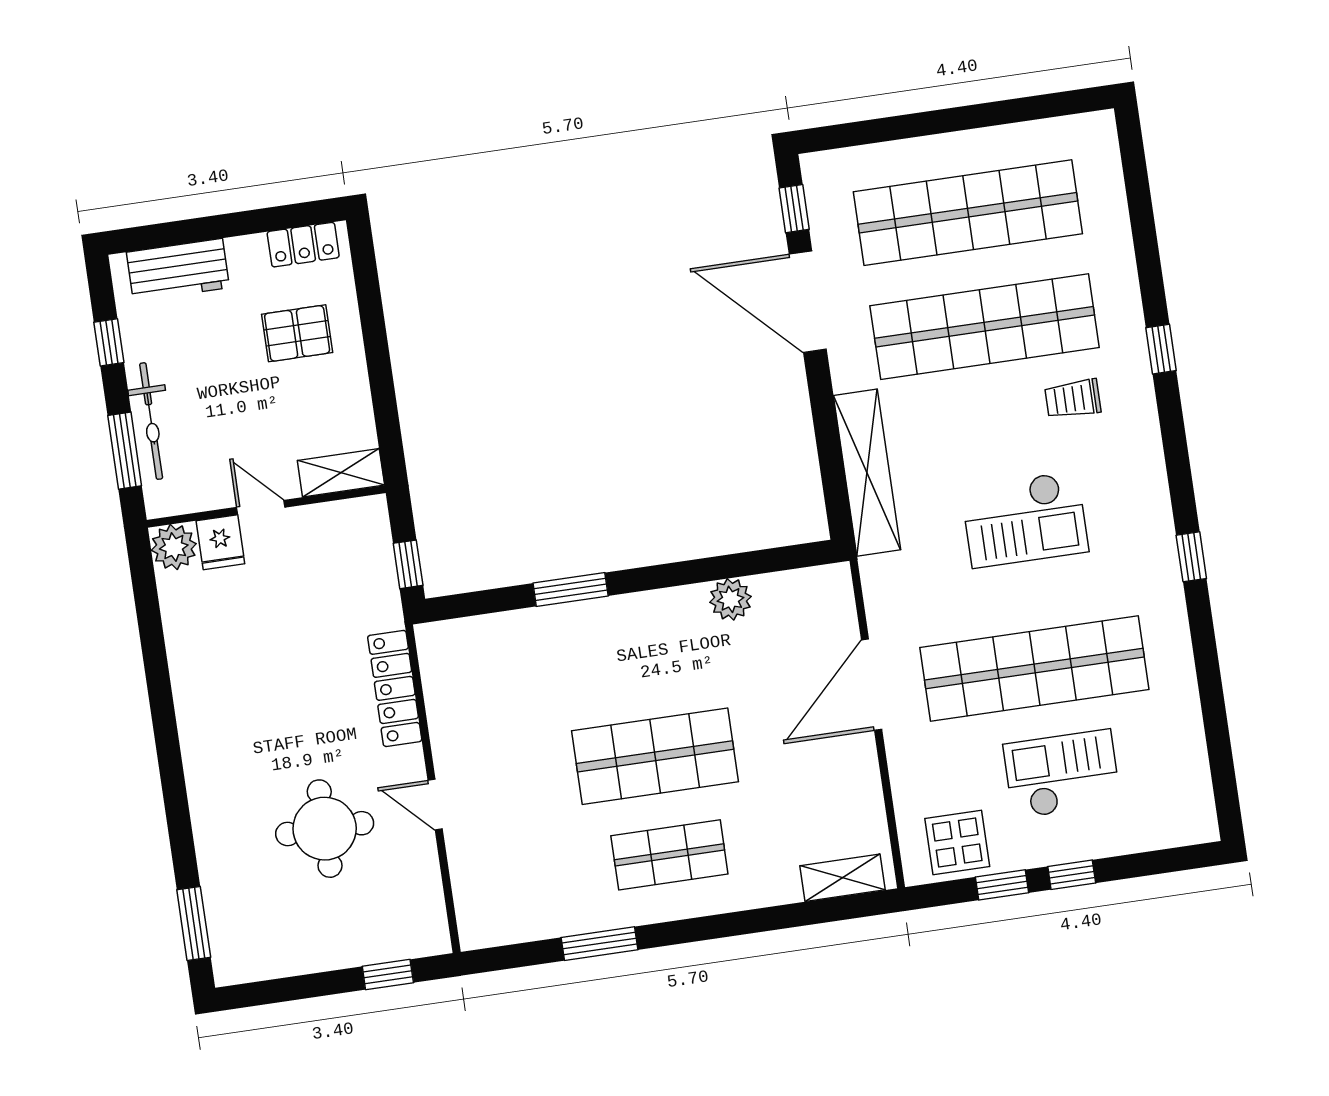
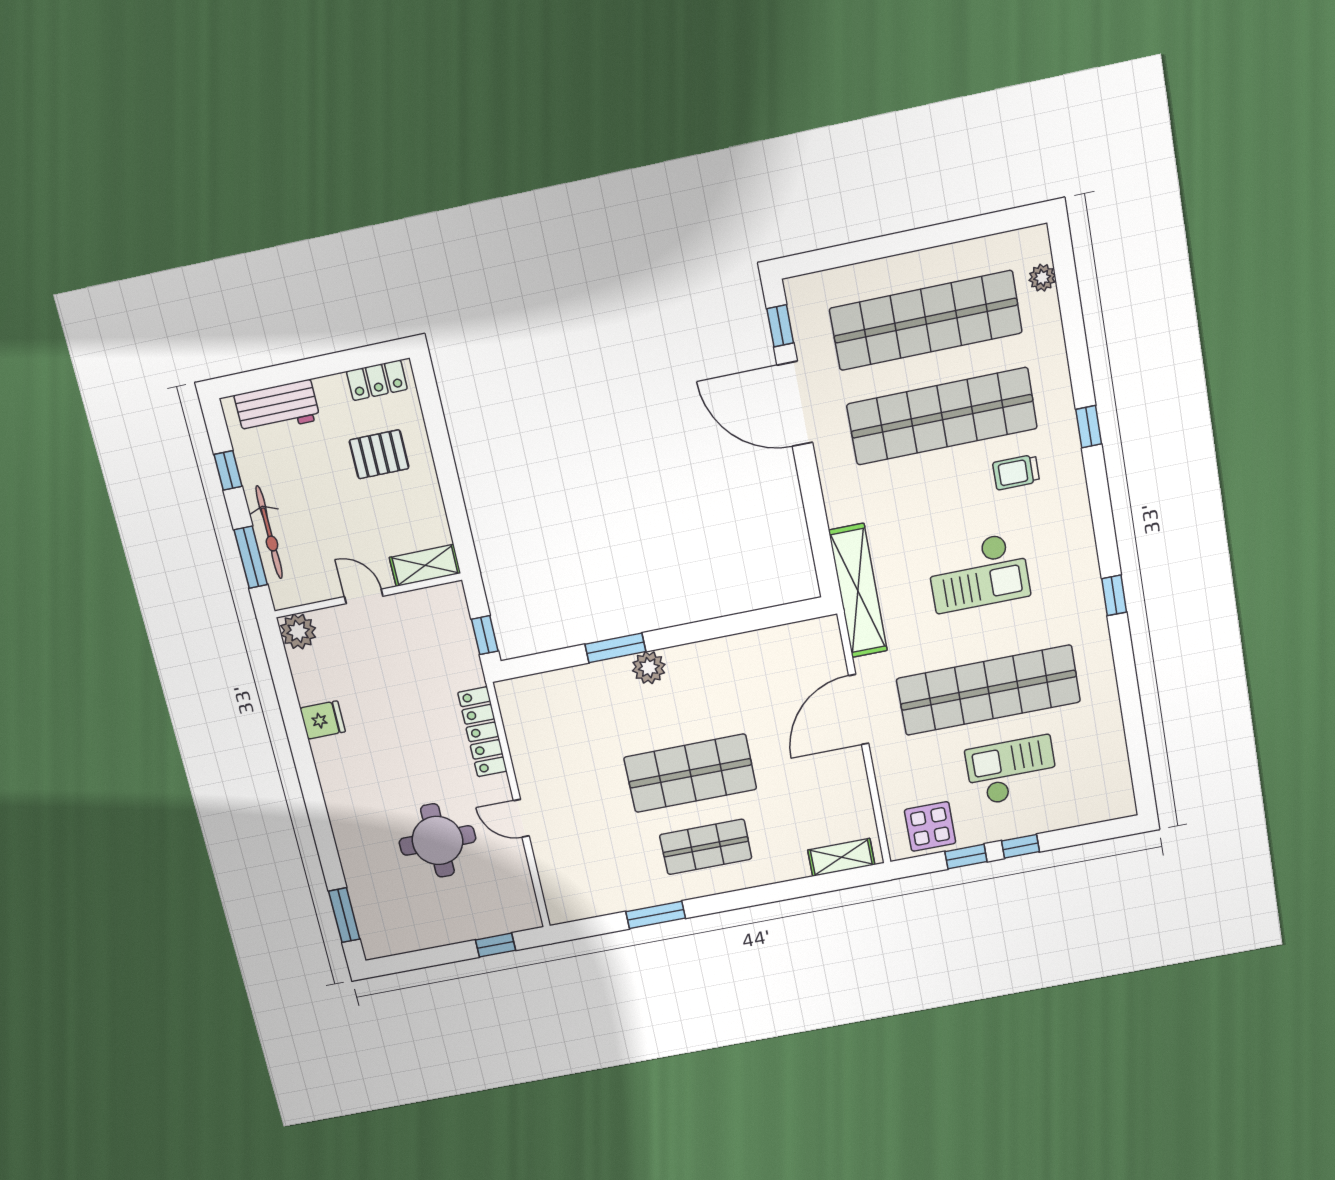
plant: (1107, 171) -> (1042, 278), added
shelving: (867, 473) -> (858, 591), moved
fridge: (220, 542) -> (323, 720), moved, turned -90
plant: (730, 599) -> (649, 668), moved

